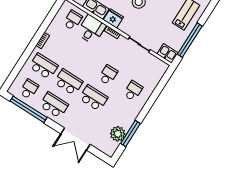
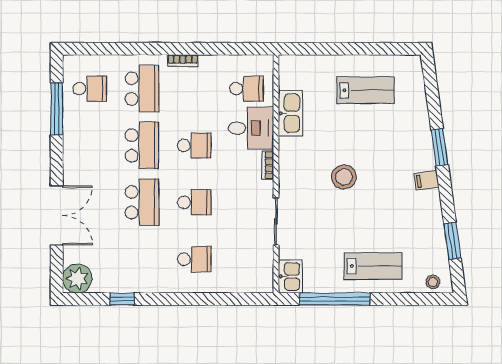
fridge: (113, 18) -> (291, 153), removed
school desk: (54, 105) -> (194, 145), moved, width x0.54
window: (29, 109) -> (57, 109), width x0.68
window: (131, 133) -> (122, 299), width x0.46
plant: (118, 134) -> (77, 278), moved
double door: (75, 139) -> (57, 215), swing flipped

